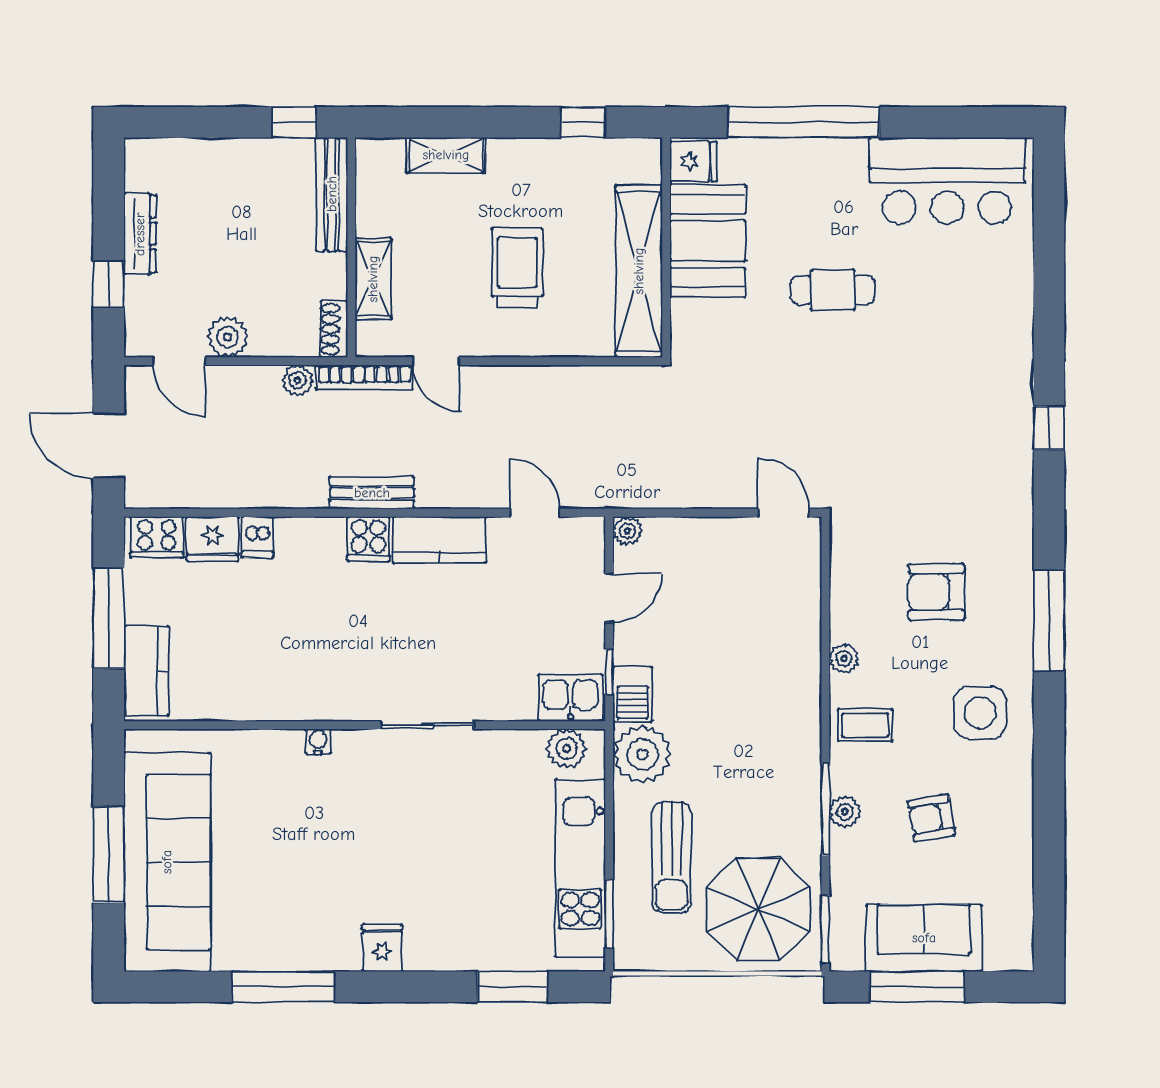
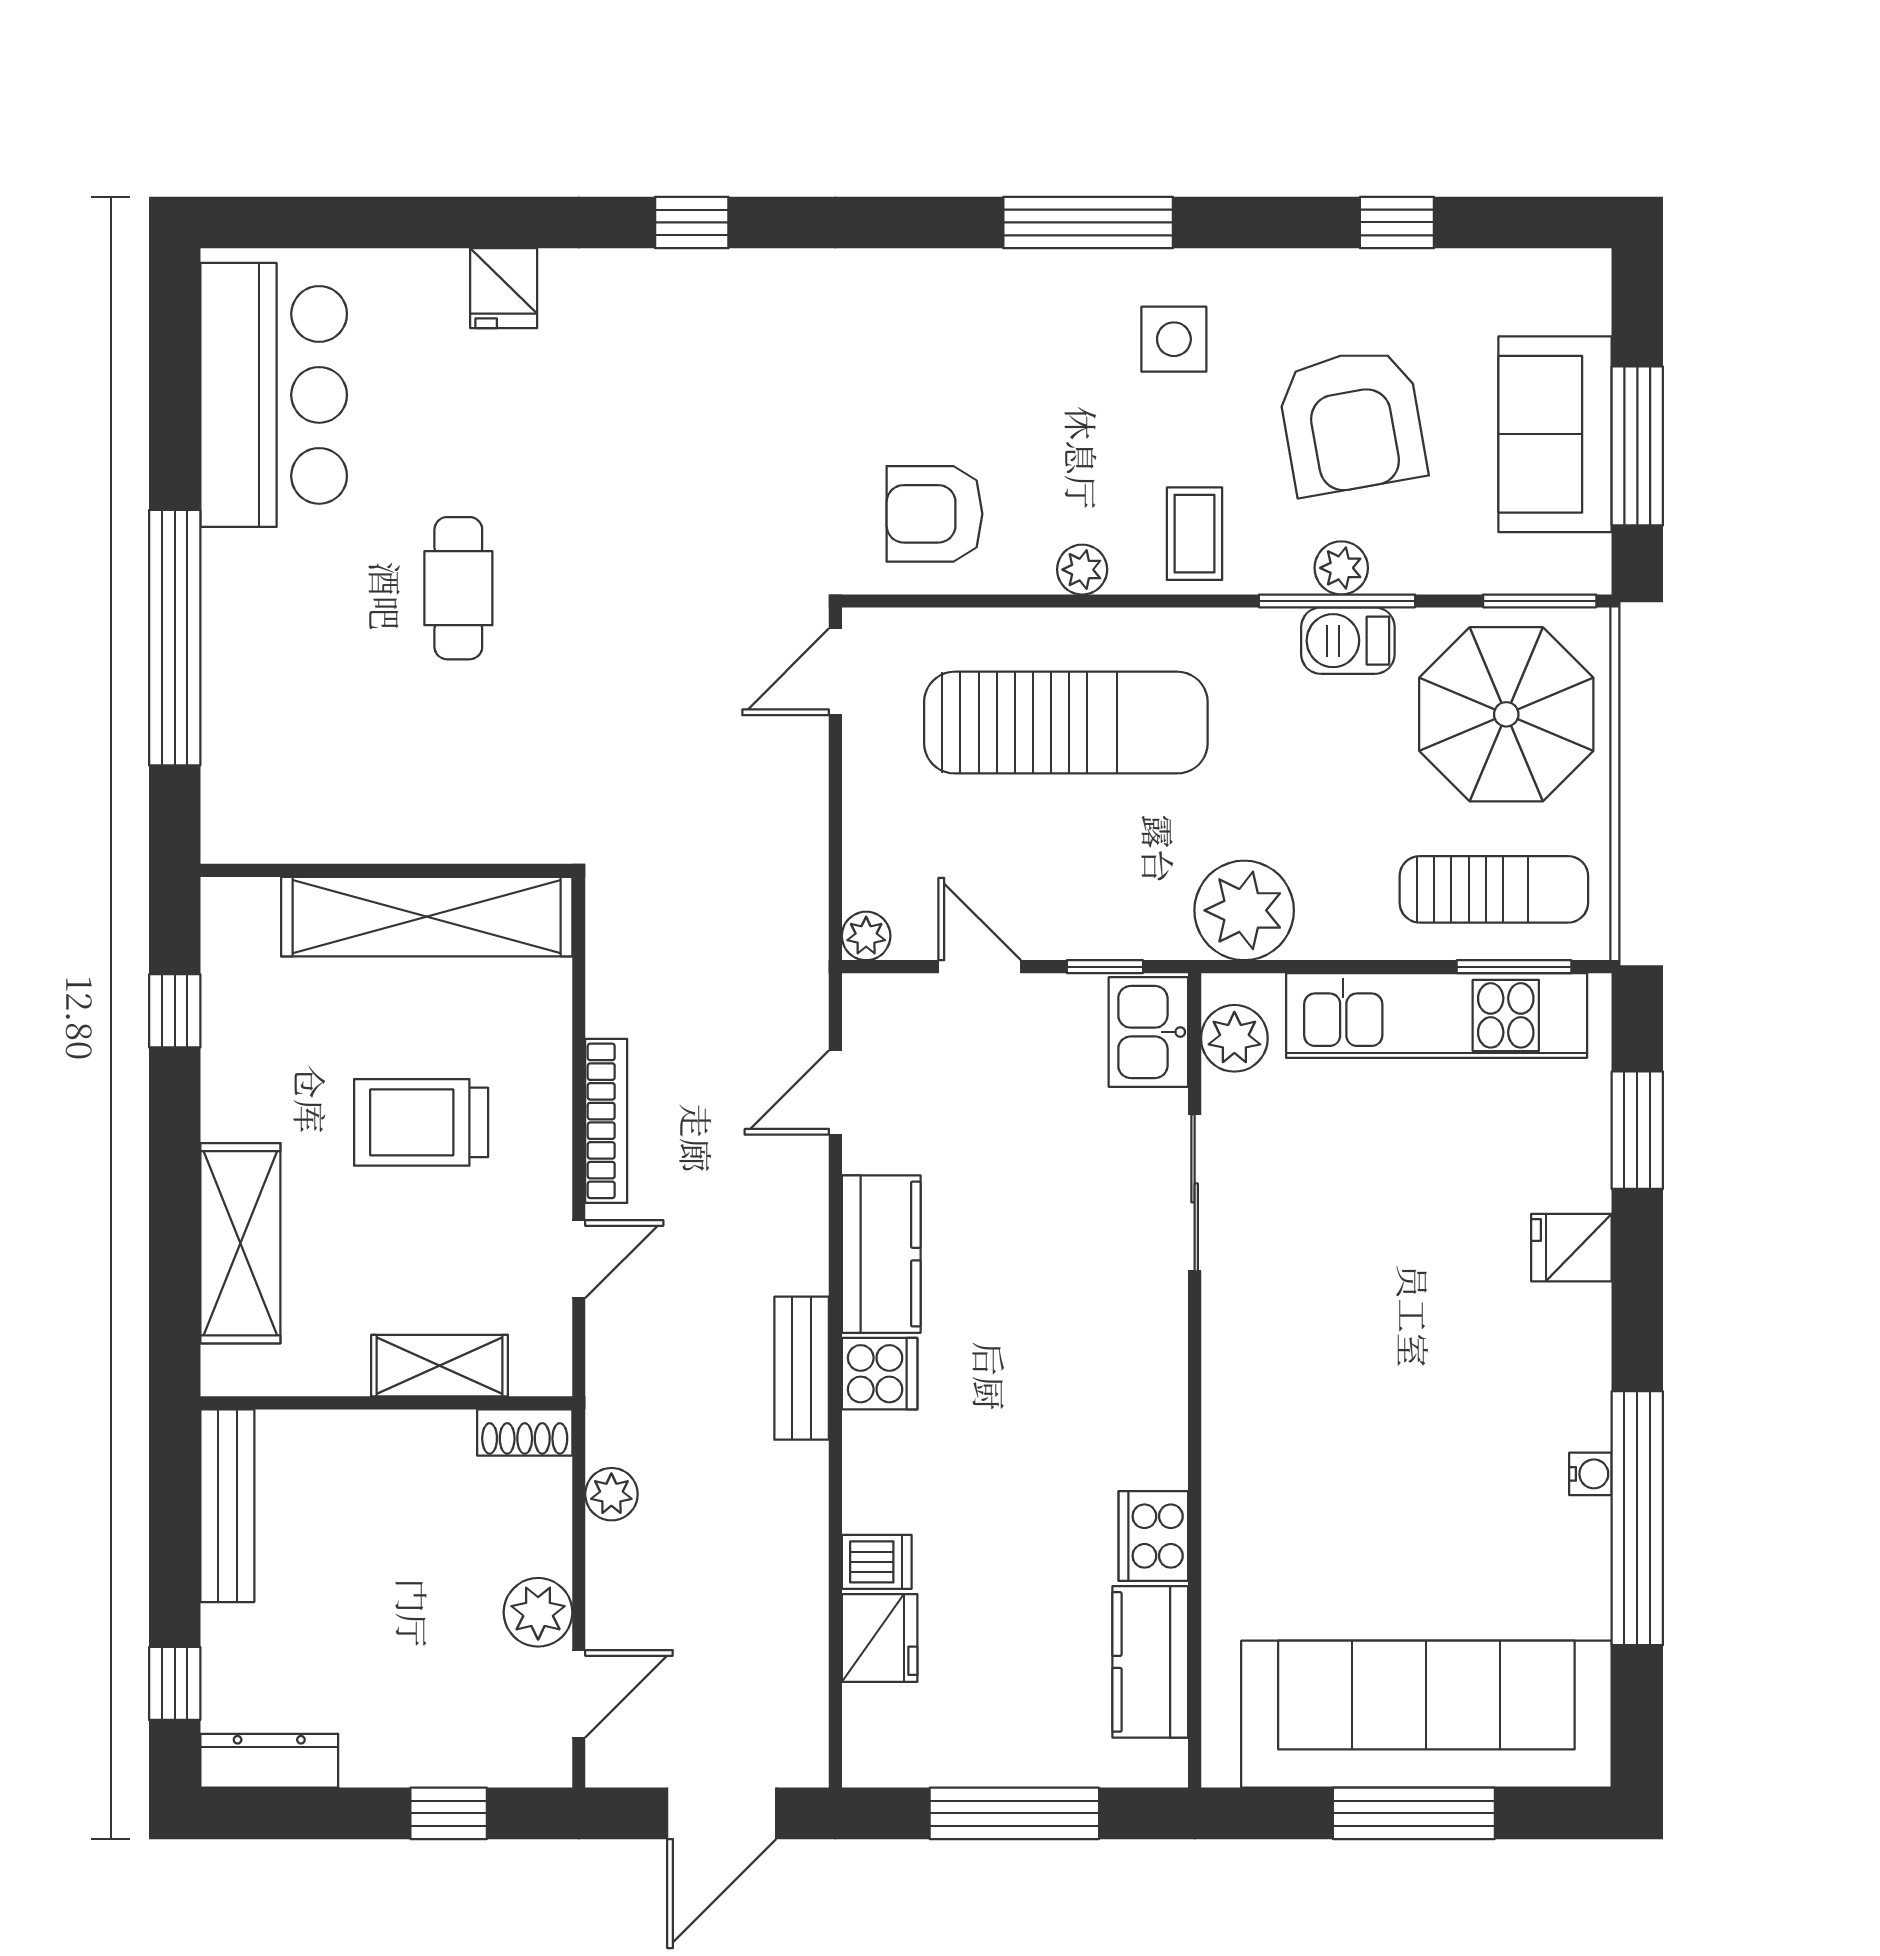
window: (294, 122) -> (175, 1683), moved
shelving: (446, 155) -> (240, 1243), width x1.50, depth x1.33
fridge: (693, 162) -> (504, 288), moved, turned 180
bench: (332, 194) -> (227, 1506), moved, turned 90
dresser: (140, 234) -> (269, 1761), moved
booth: (708, 241) -> (375, 800), removed
bookcase: (364, 377) -> (606, 1121), moved
cooker: (157, 537) -> (1153, 1536), moved, turned 180
armchair: (936, 592) -> (934, 514), moved, turned 90
window: (1049, 620) -> (1088, 222), moved
sun lounger: (753, 649) -> (1066, 723), added
kitchen counter: (146, 671) -> (1150, 1662), moved, turned -90
barbecue: (633, 694) -> (1348, 641), moved, turned 180
side table: (980, 713) -> (1174, 339), width x0.73, depth x0.73
sliding door: (427, 725) -> (1195, 1193), moved
water cooler: (318, 741) -> (1590, 1474), moved, turned 180
armchair: (931, 818) -> (1352, 421), width x1.88, depth x1.88
window: (1049, 845) -> (1397, 222), added
sun lounger: (672, 857) -> (1494, 889), moved
fridge: (382, 948) -> (1571, 1248), moved
window: (283, 987) -> (1637, 1518), width x1.46

